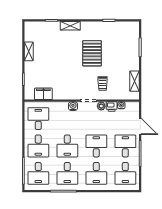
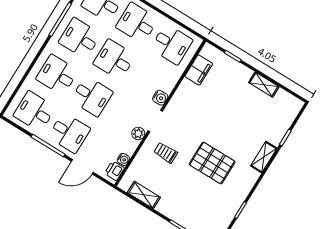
printer: (112, 107) -> (114, 171), moved

